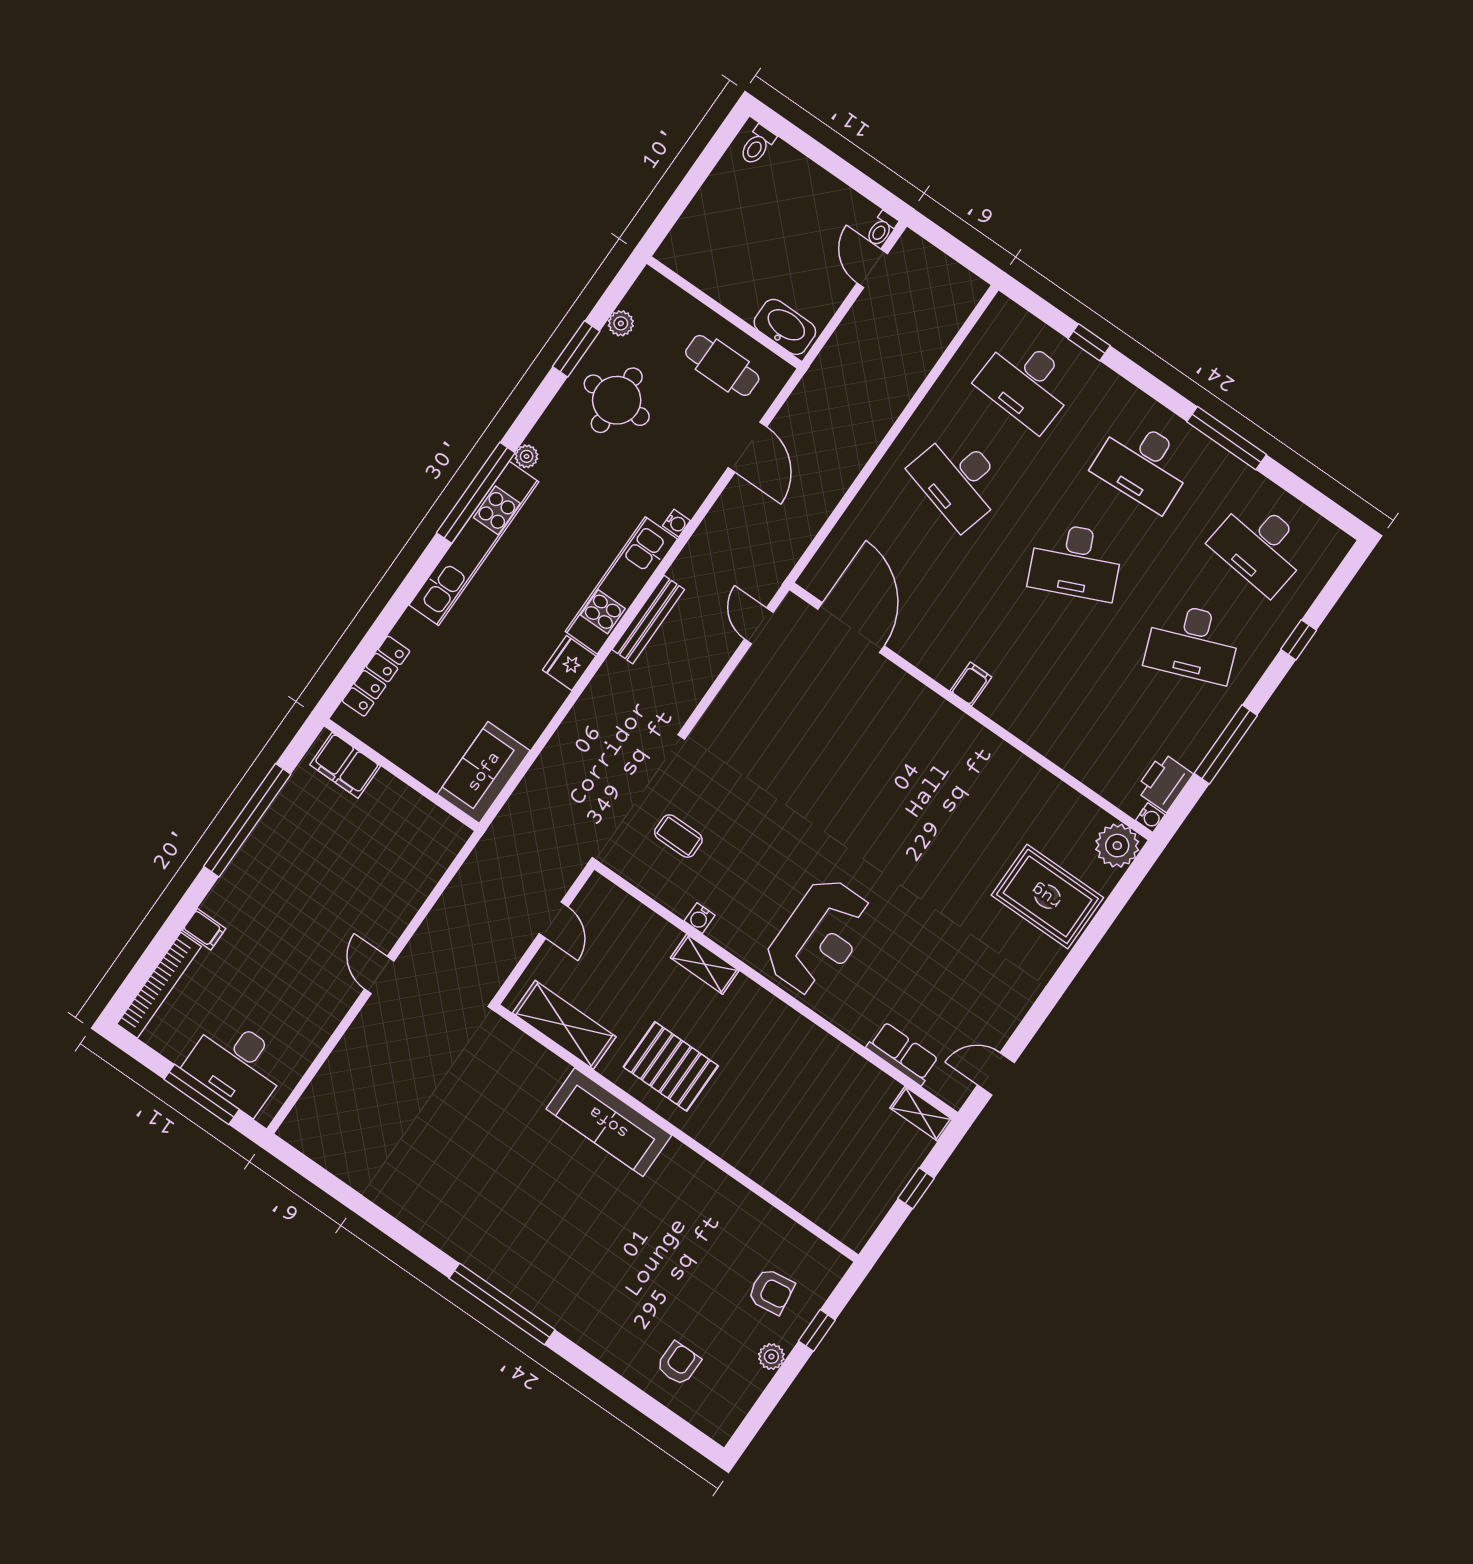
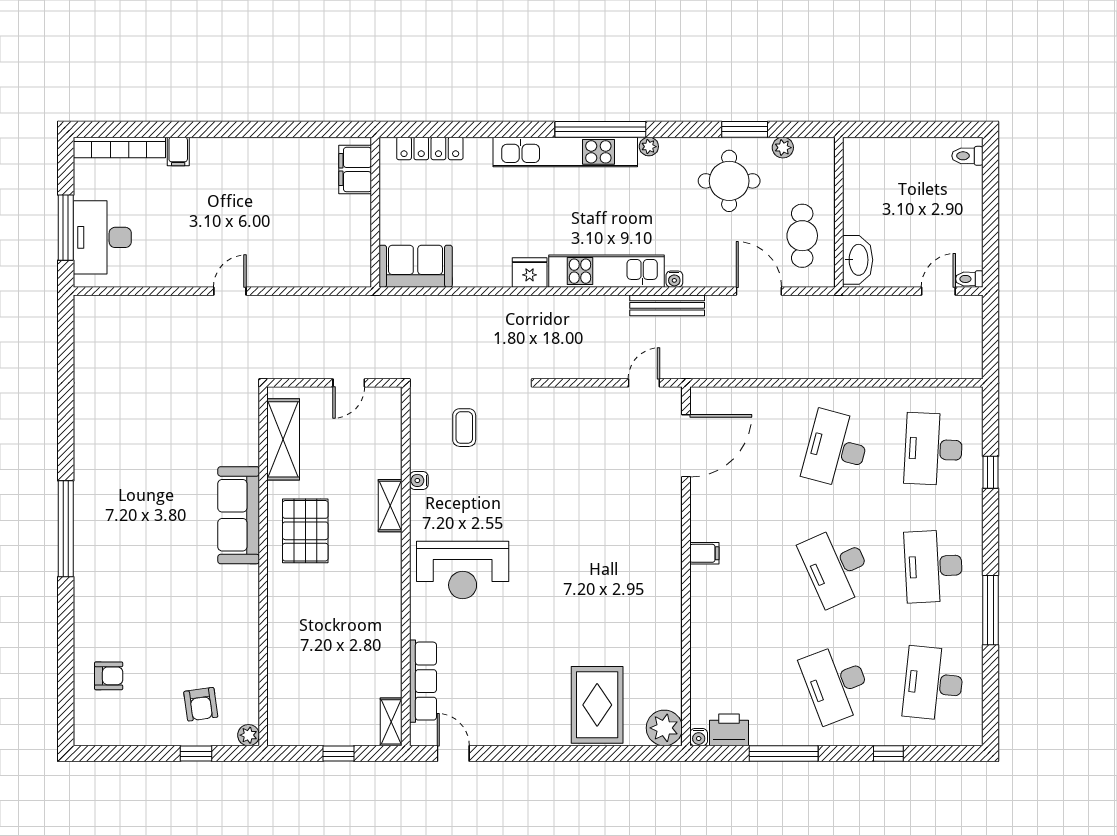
door: (747, 447) -> (759, 291), swing flipped
bench: (648, 620) -> (667, 305), moved
window: (247, 820) -> (272, 129), removed
row of seats: (903, 1054) -> (423, 681), width x1.48
plant: (771, 1357) -> (249, 735), moved

